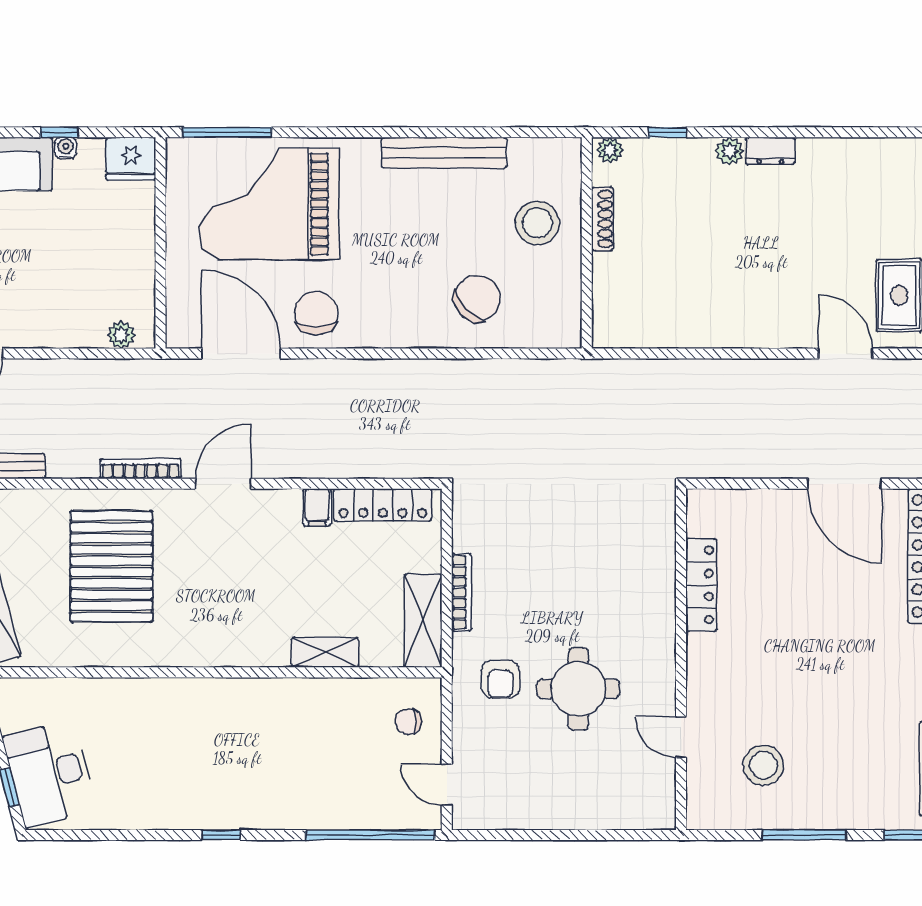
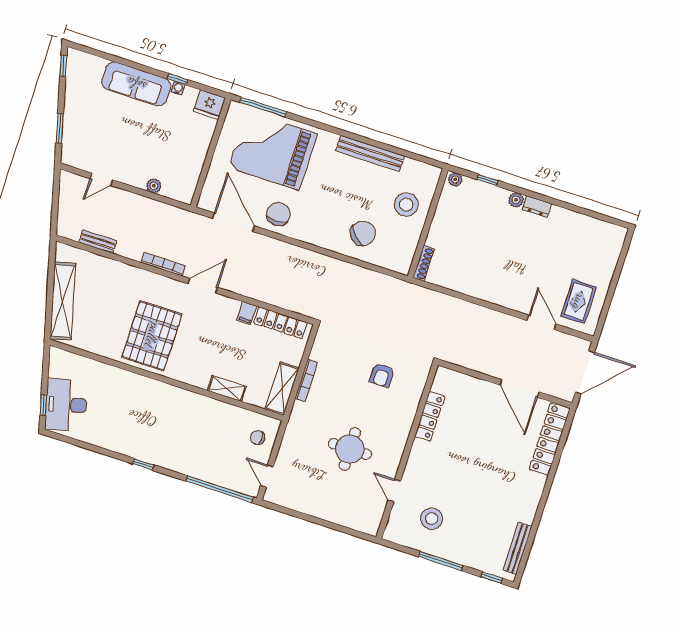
shoe rack: (602, 219) -> (424, 263), moved
plant: (121, 335) -> (154, 186), moved
pallet: (111, 566) -> (152, 336), moved
armchair: (500, 679) -> (382, 375), moved

